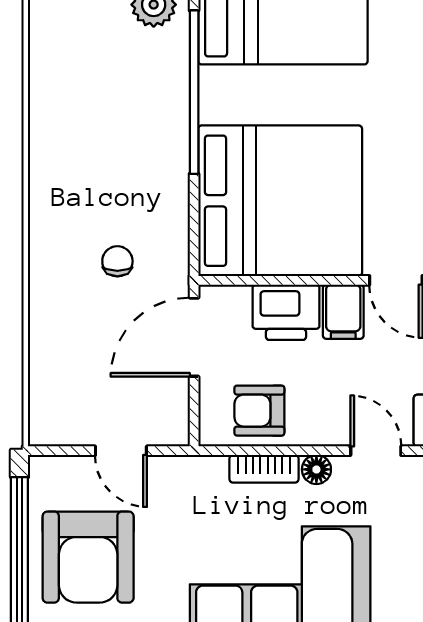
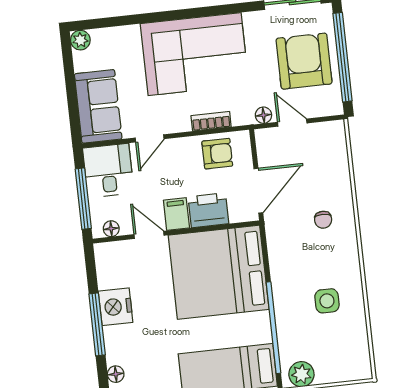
side table: (94, 129) -> (327, 301), added
chair: (117, 261) -> (323, 220), moved
door: (376, 451) -> (150, 138), hinge flipped
floor lamp: (316, 469) -> (263, 115), moved

